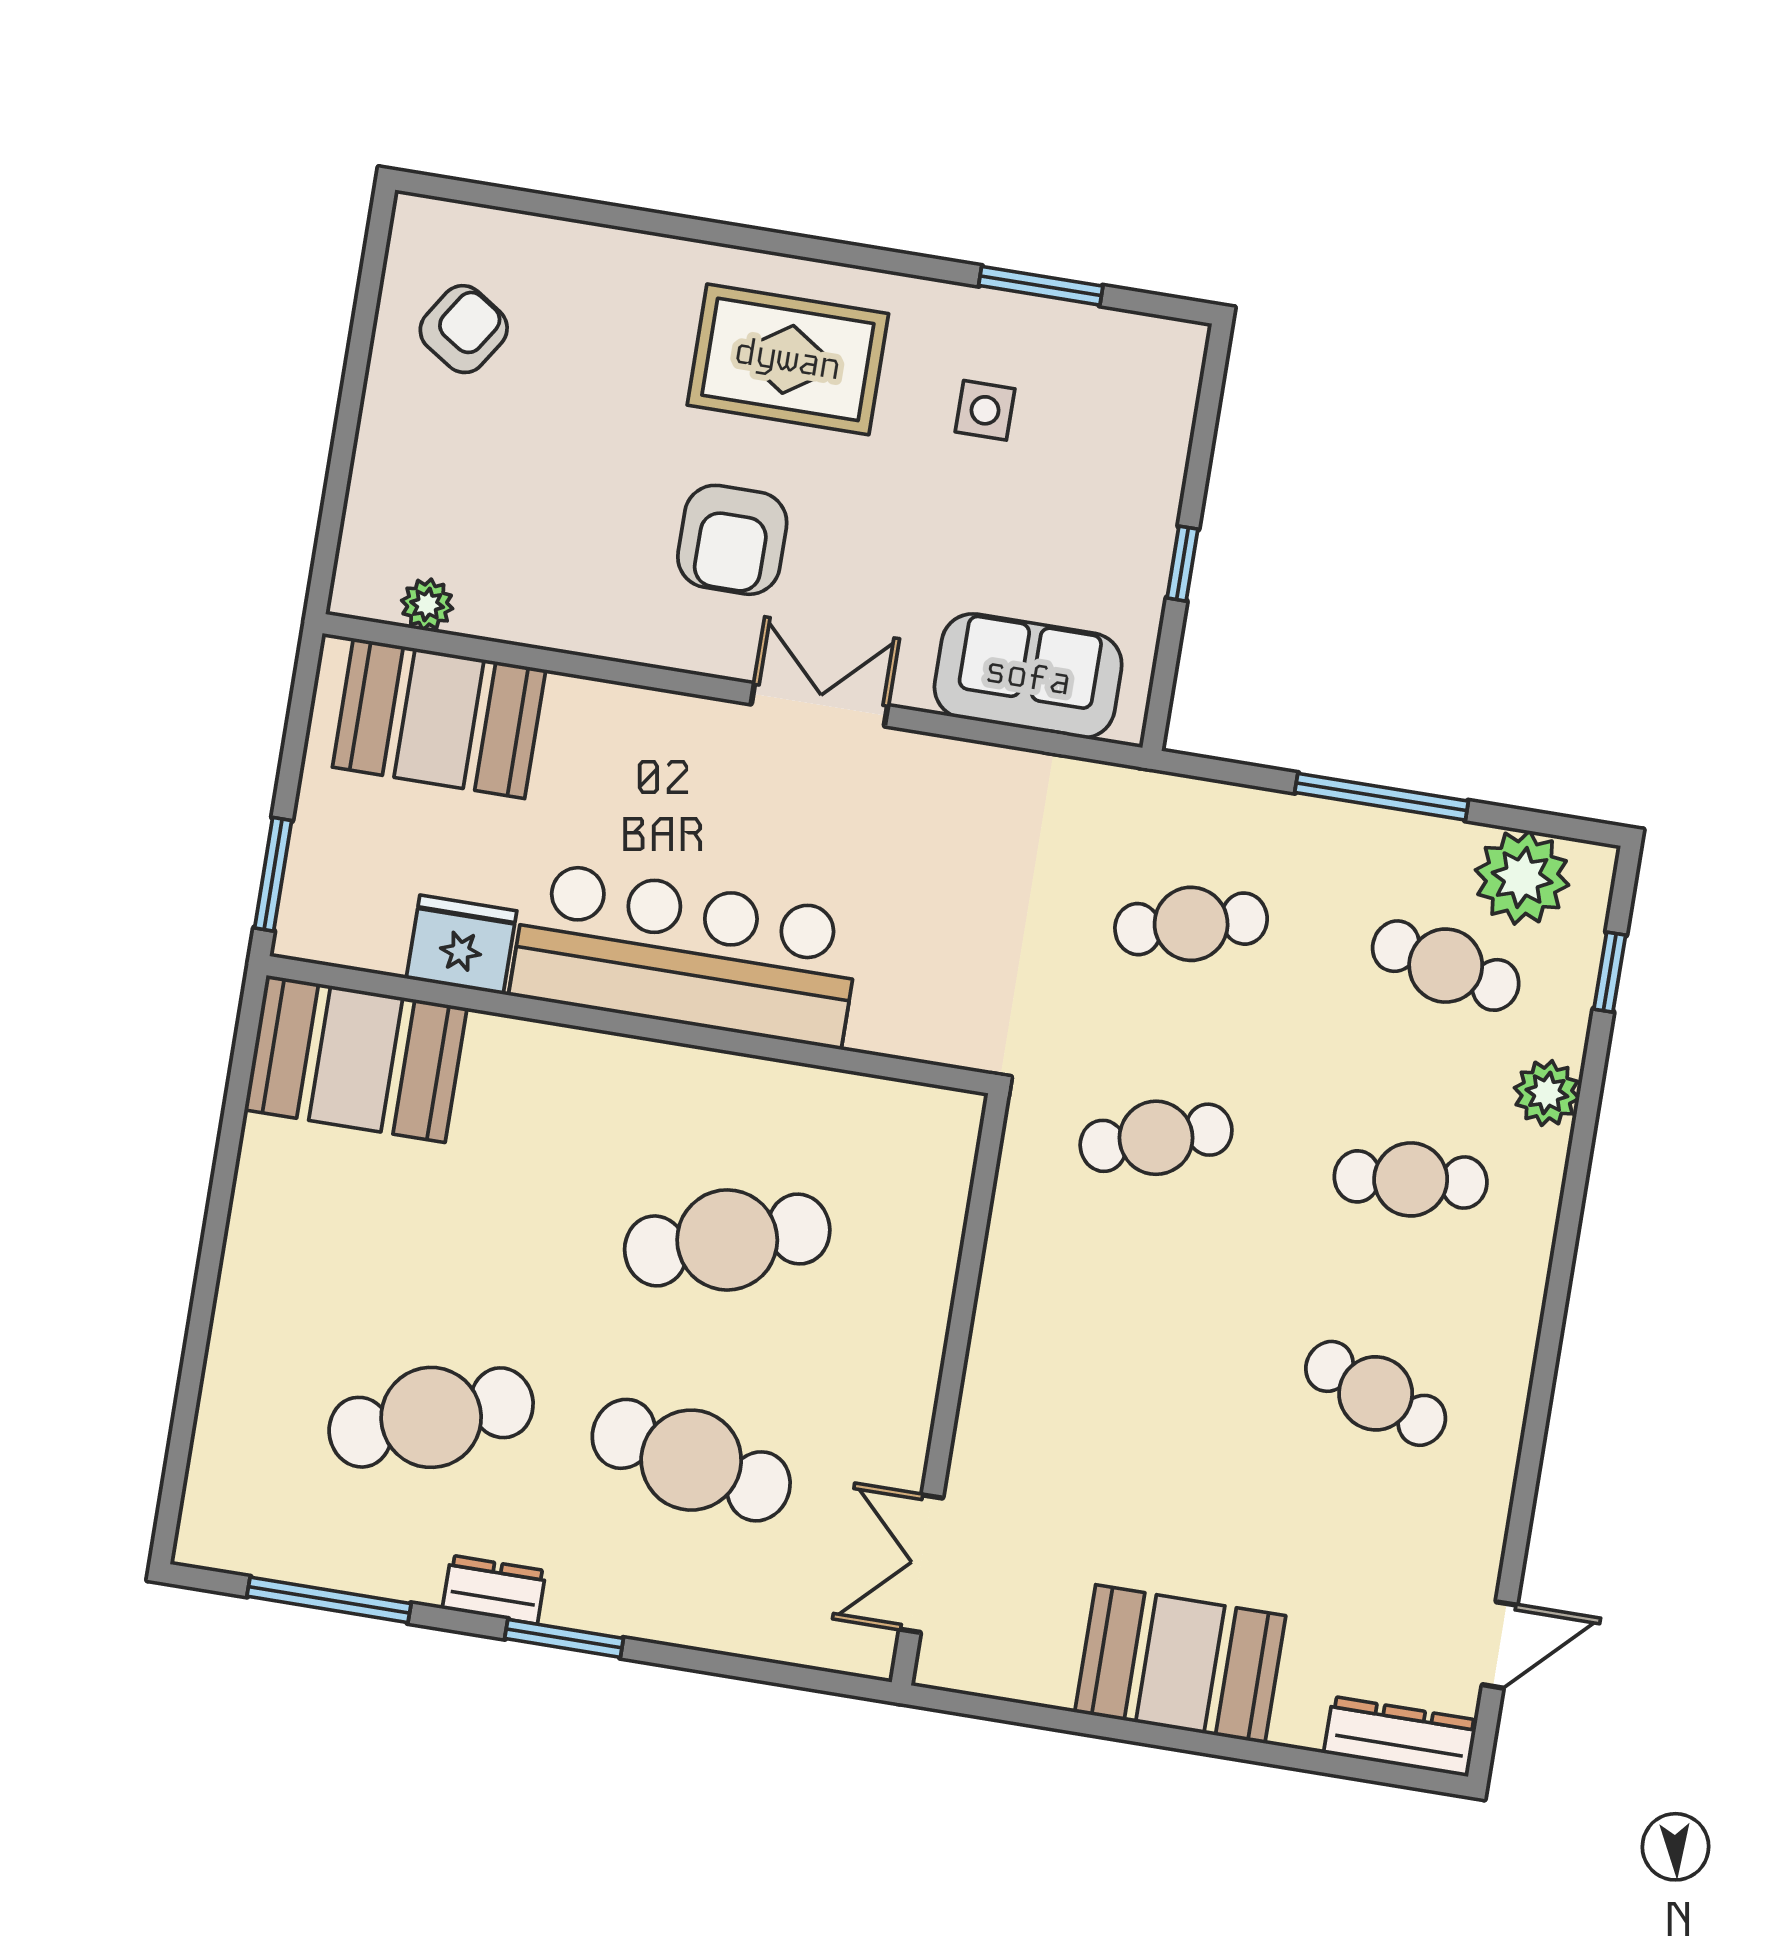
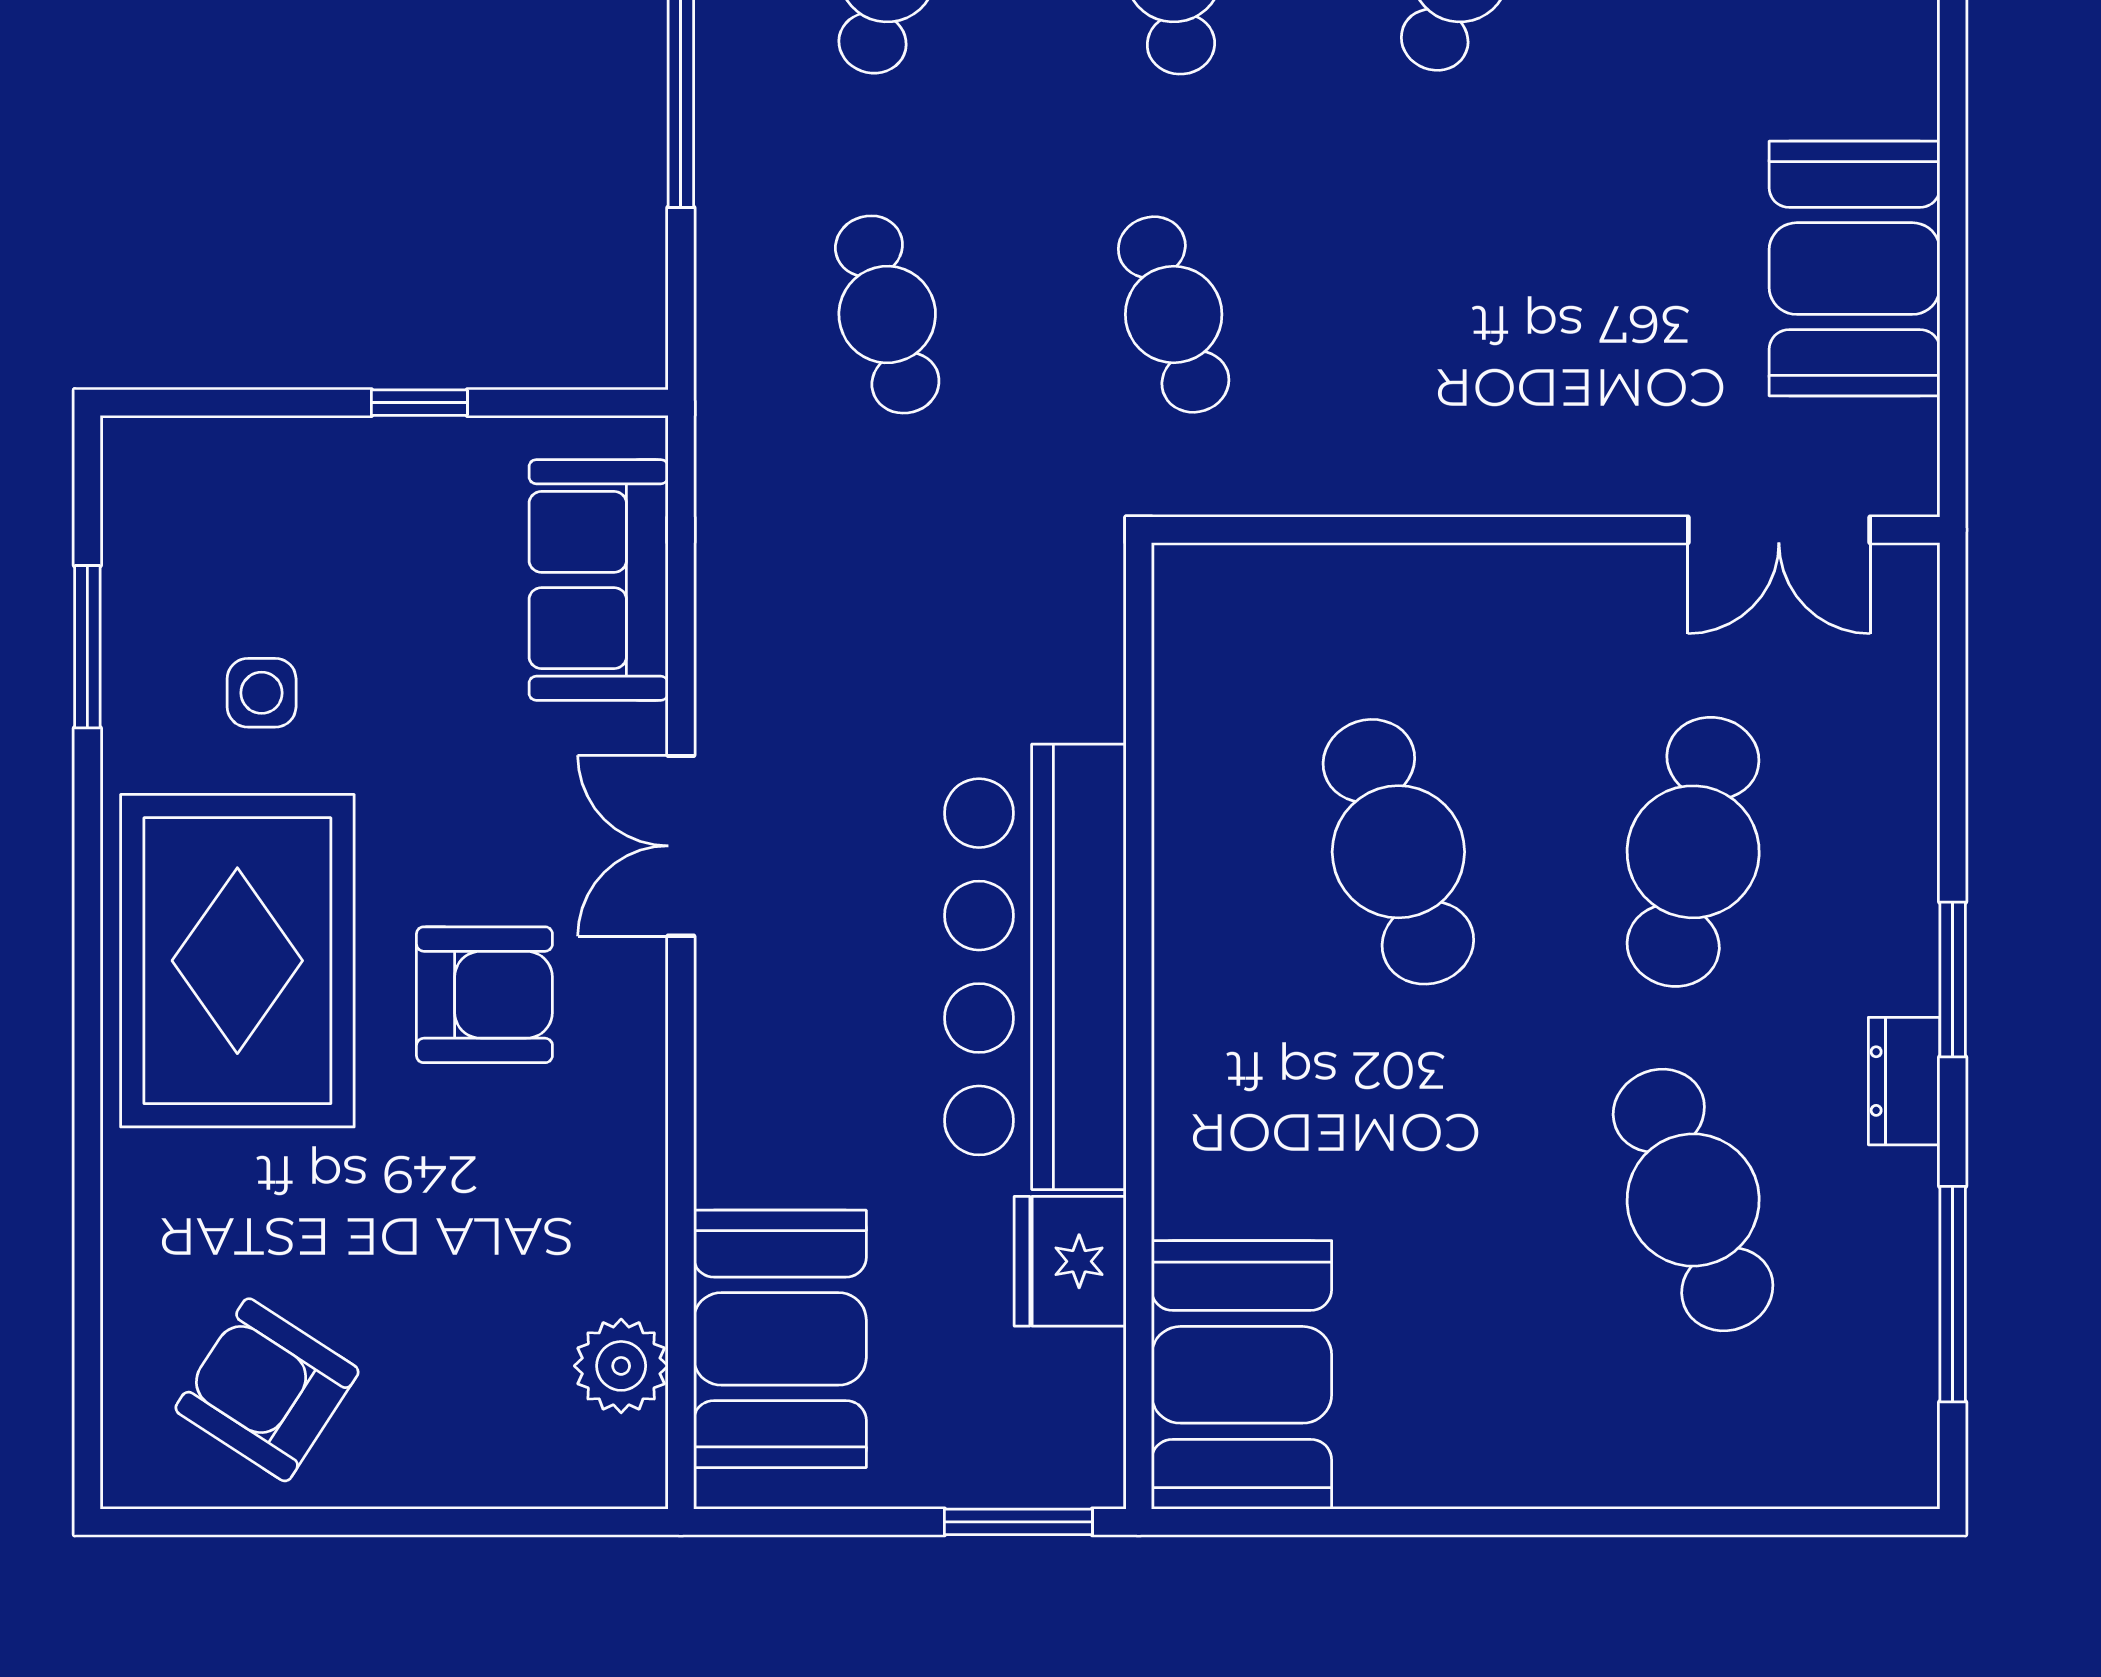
armchair: (464, 329) -> (267, 1390), width x1.38, depth x1.38
rug: (788, 359) -> (237, 961), width x1.37, depth x1.44
plant: (427, 605) -> (621, 1366), width x1.38, depth x1.38
booth: (1180, 1664) -> (1855, 269), moved

